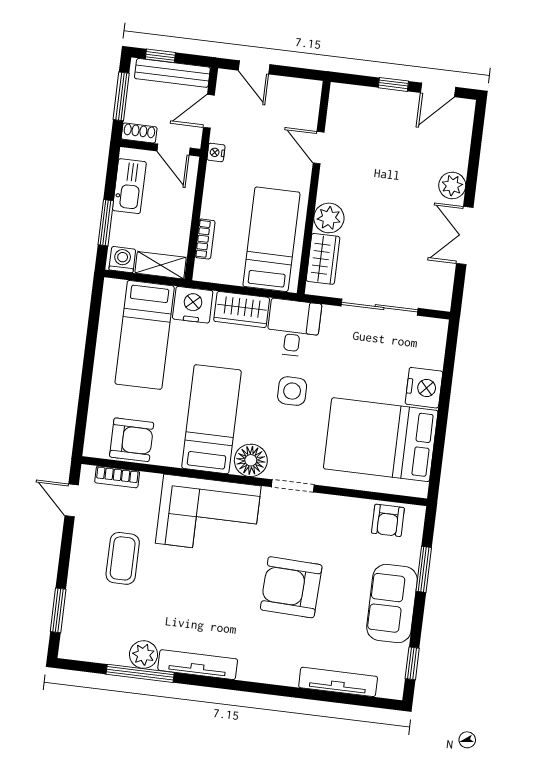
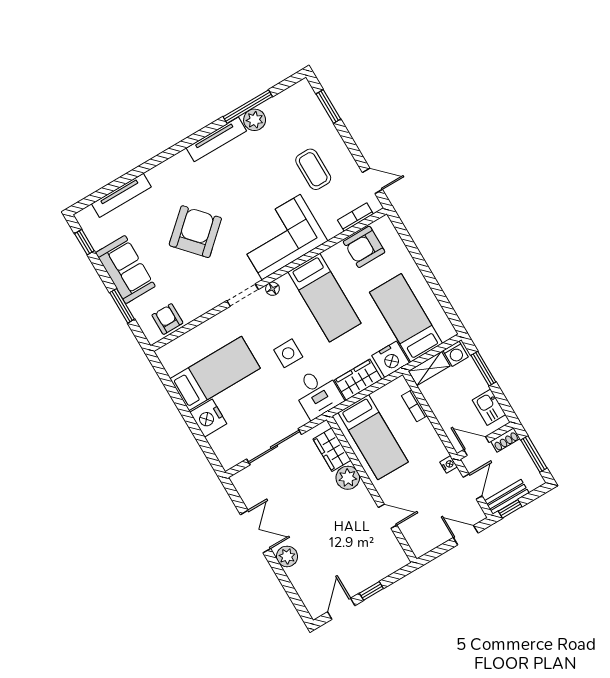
window: (160, 56) -> (510, 509), moved
bench: (172, 73) -> (507, 497), width x0.73
kitchen sink: (129, 186) -> (489, 407), width x0.73
bed: (381, 440) -> (215, 373), width x0.67
floor lamp: (251, 460) -> (272, 289), width x0.53, depth x0.53
armchair: (291, 587) -> (195, 232), turned -44

